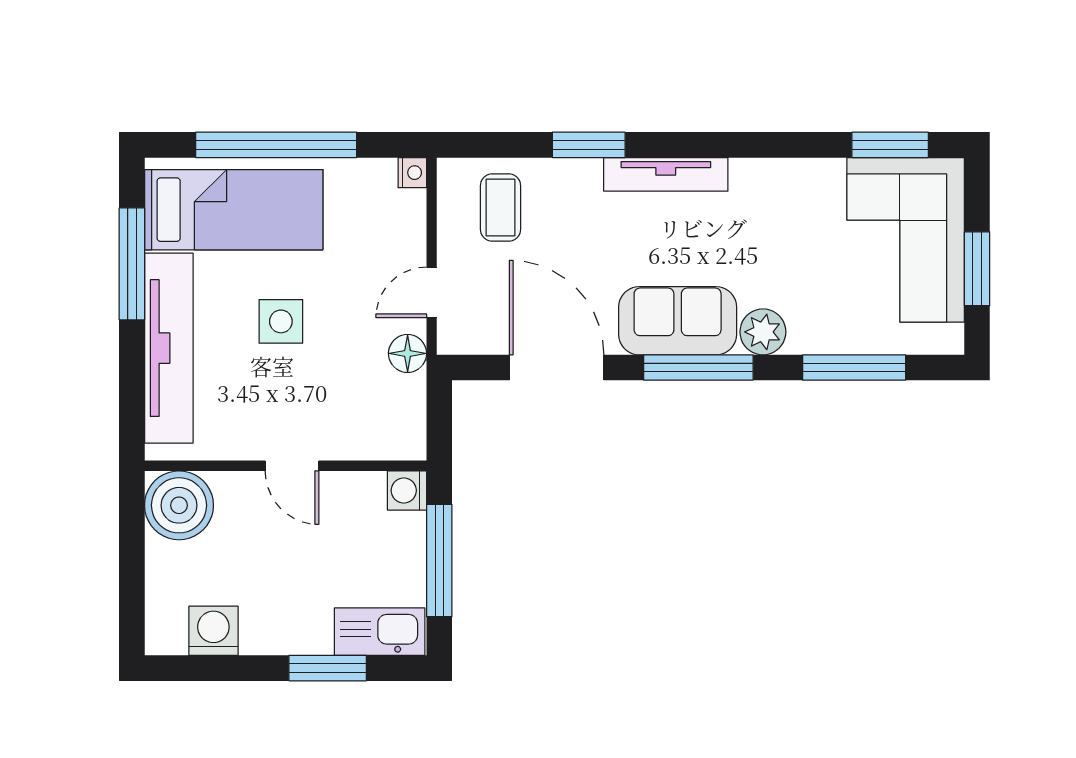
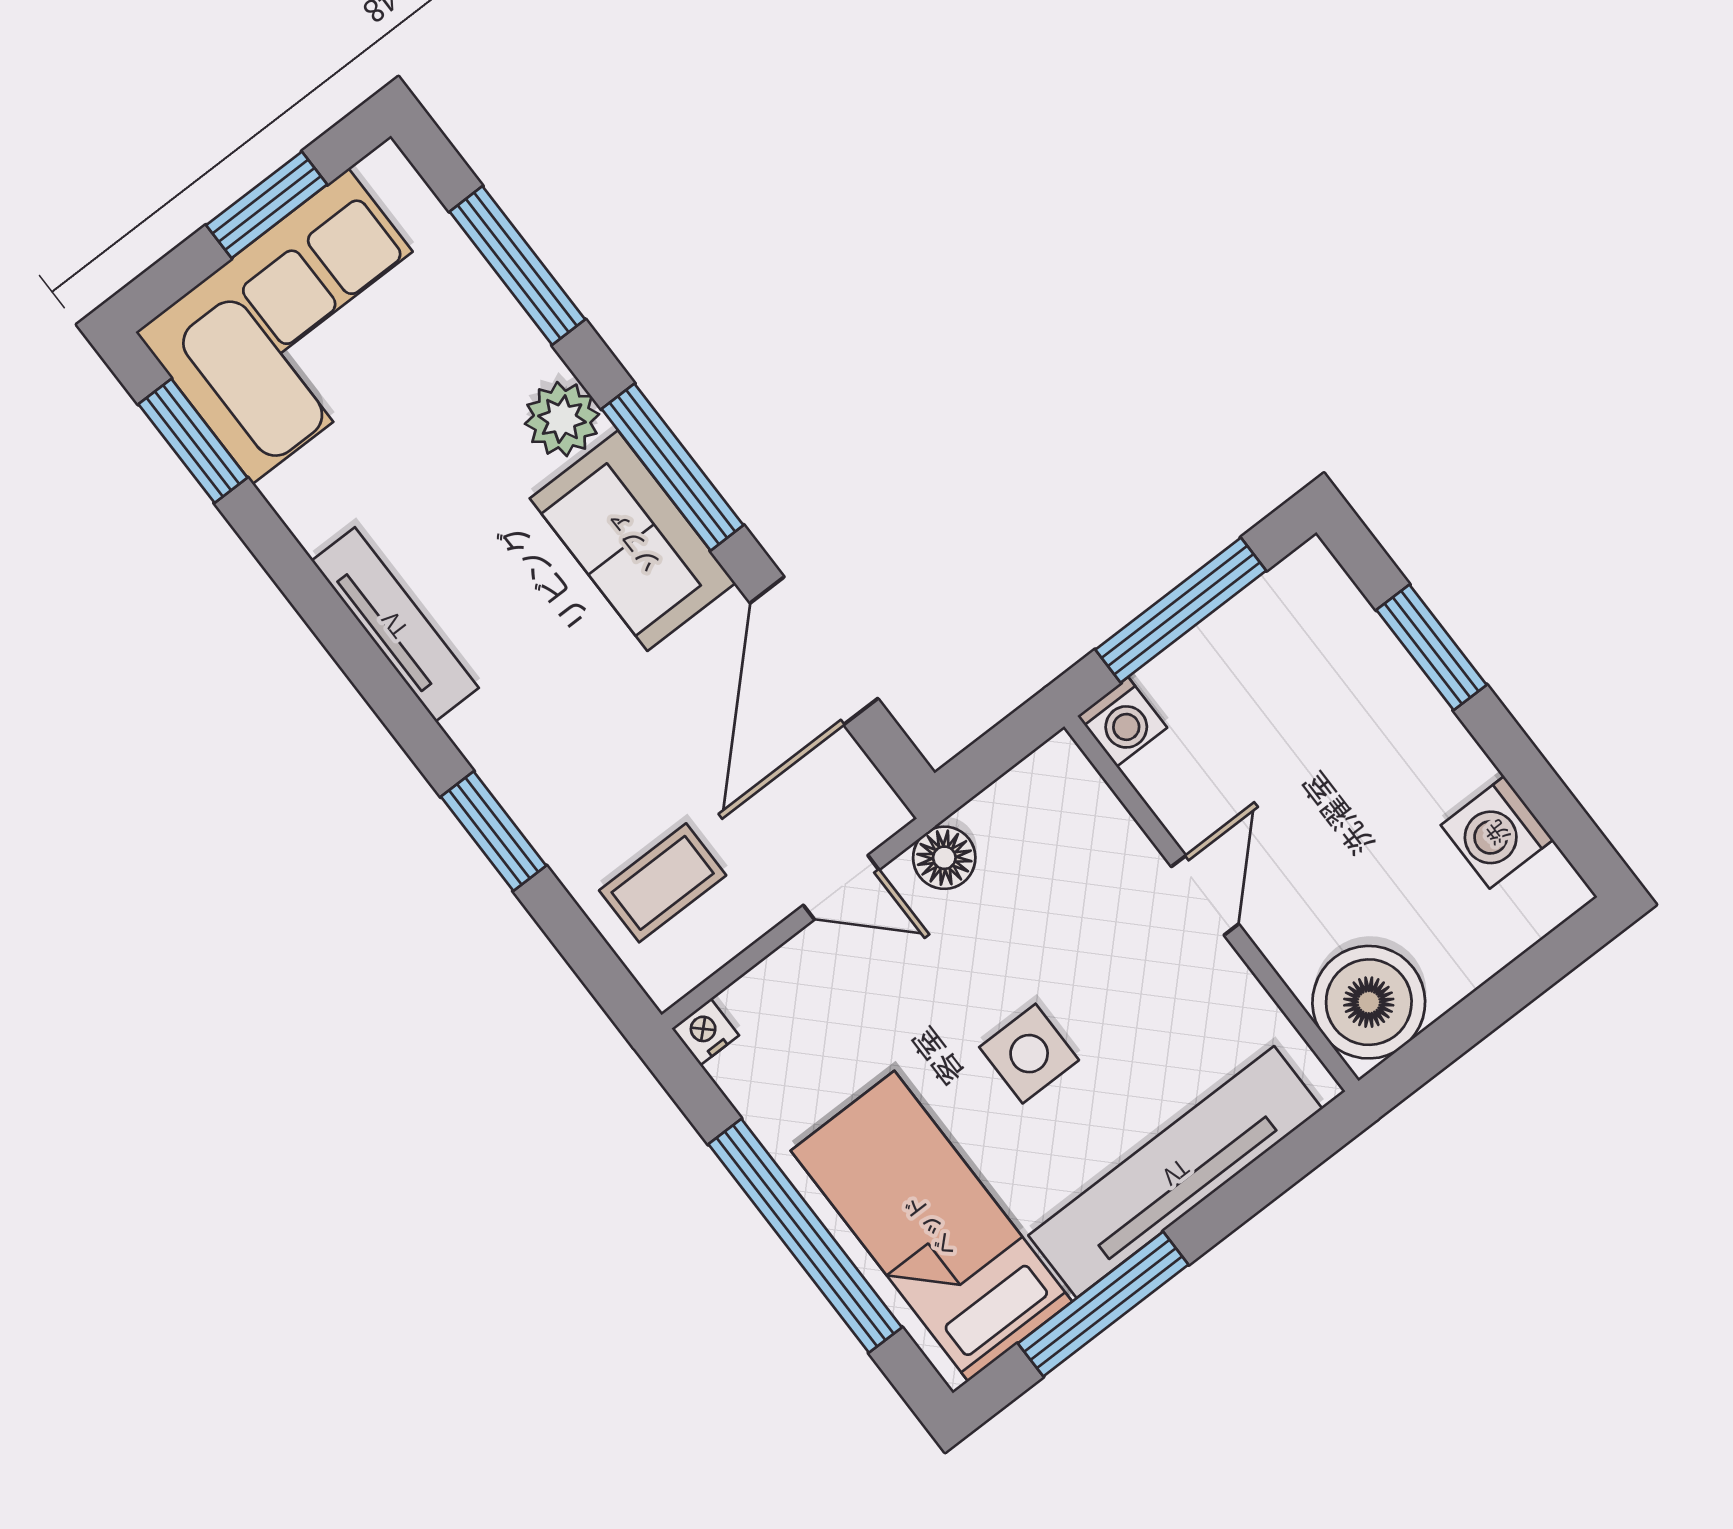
tv unit: (666, 174) -> (395, 624), moved
kitchen sink: (380, 632) -> (1332, 616), removed

